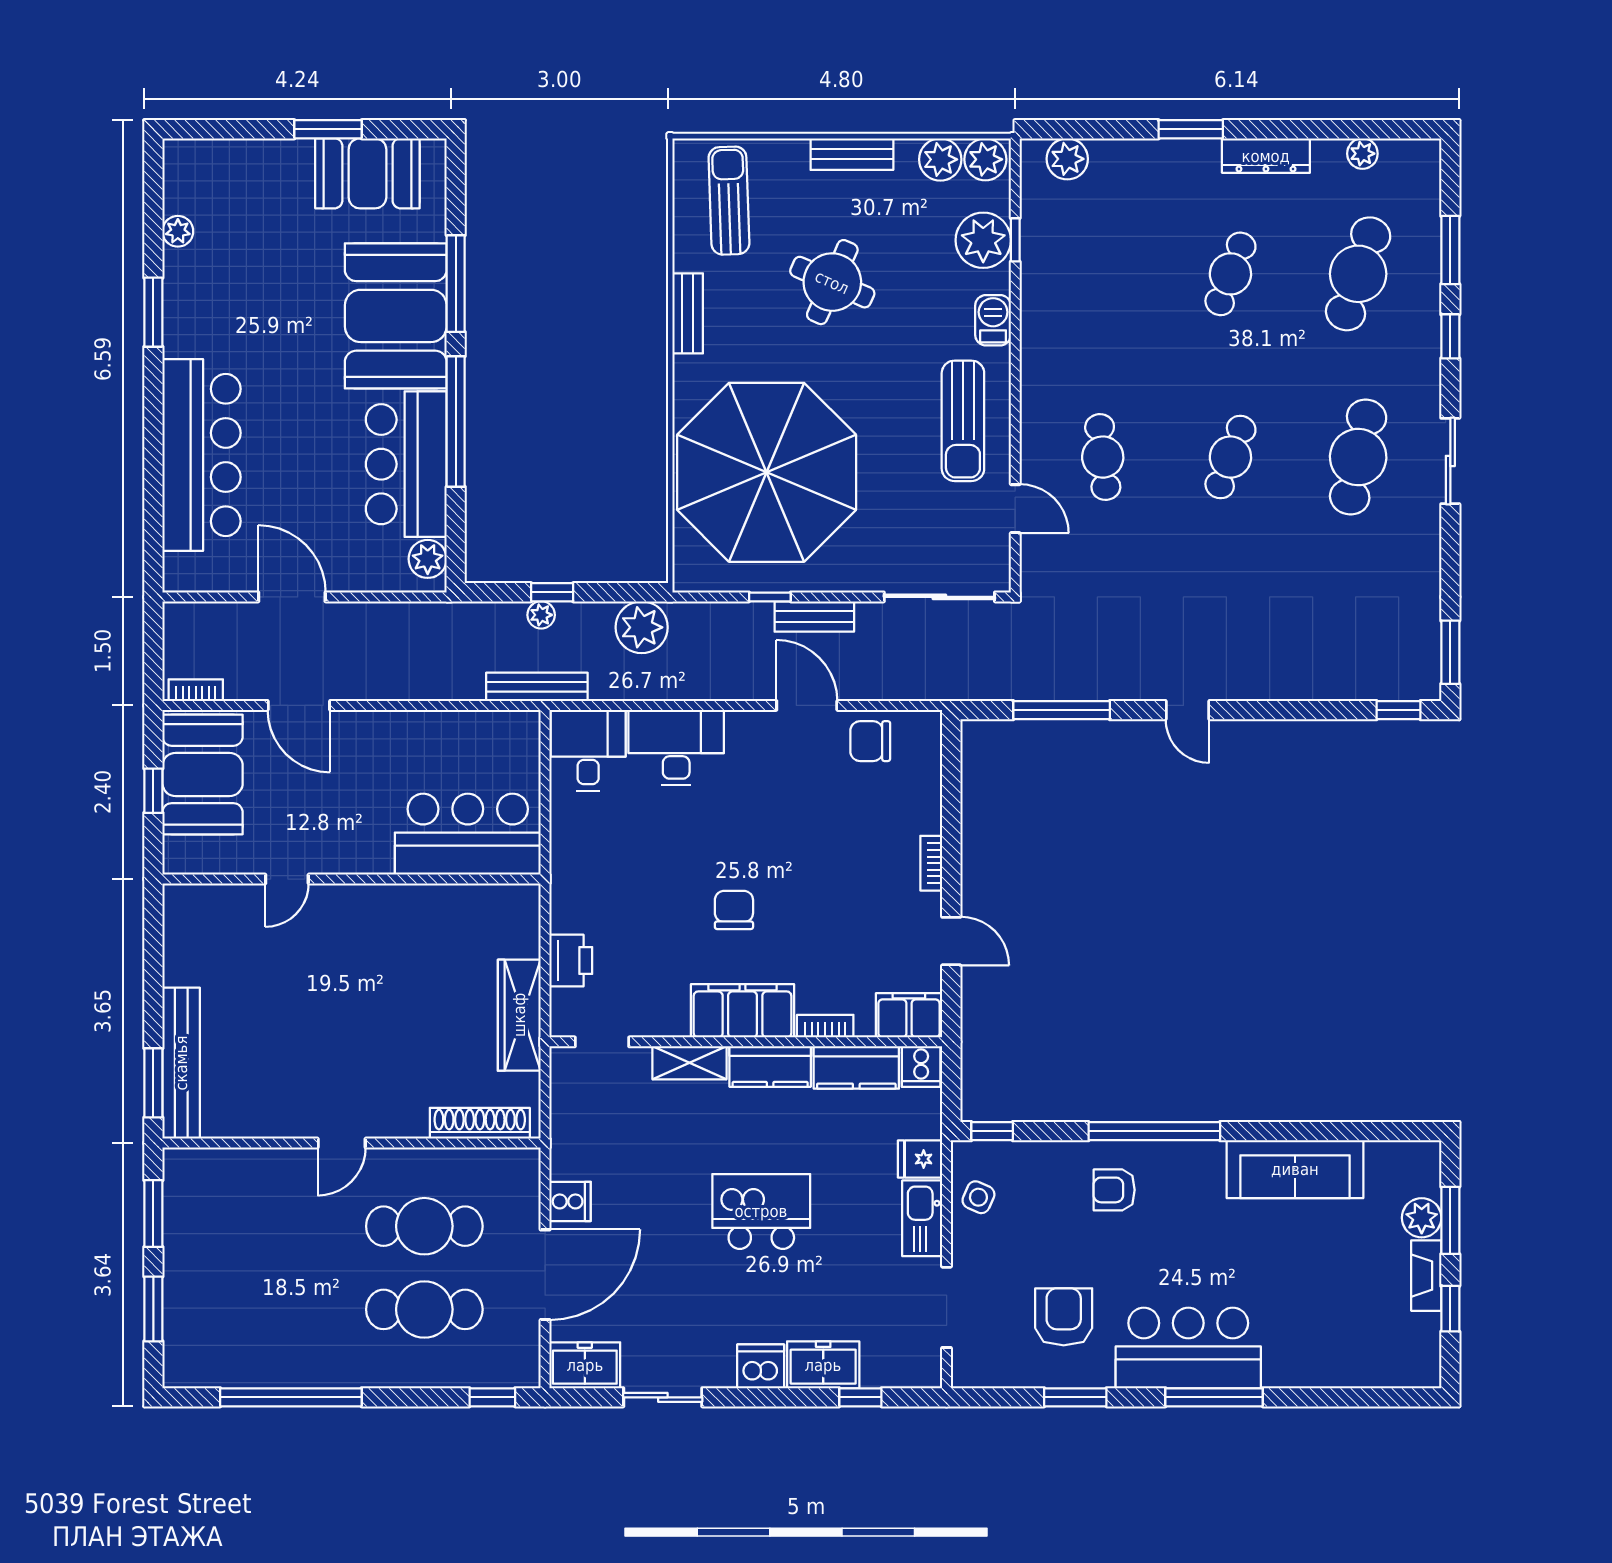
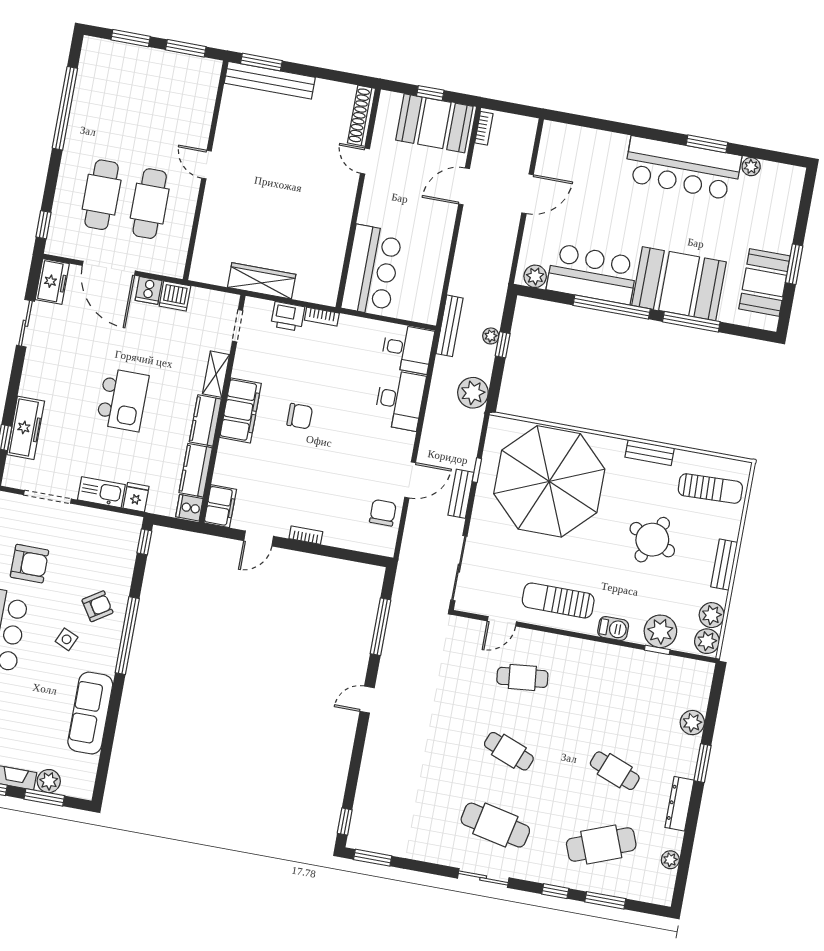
plant: (1067, 159) -> (692, 723), moved
cafe table: (1358, 274) -> (601, 845), turned -39
bar counter: (201, 455) -> (683, 168), moved
bookcase: (825, 1026) -> (322, 317), moved, turned 90
shoe rack: (480, 1123) -> (361, 116), moved, turned 180
armchair: (1114, 1190) -> (97, 606), turned 57
side table: (978, 1197) -> (67, 639), moved
freezer: (823, 1365) -> (26, 428), width x1.40
dishwasher: (761, 1366) -> (175, 296), moved, turned 90

